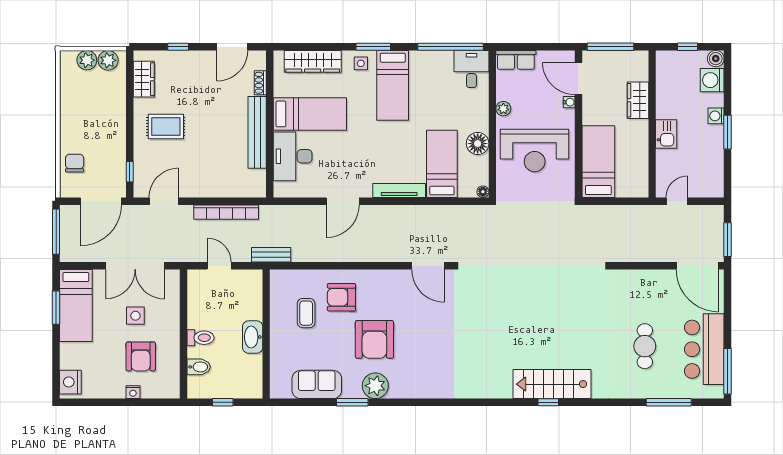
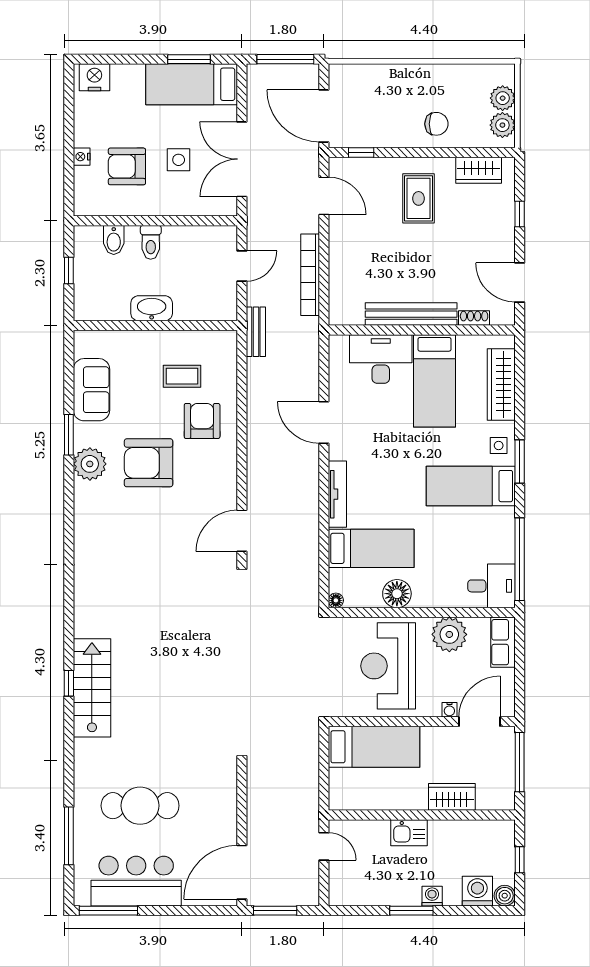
plant: (503, 109) -> (449, 634), width x1.87, depth x1.87
chair: (75, 163) -> (436, 124), moved
cafe table: (645, 346) -> (140, 806), width x1.37, depth x1.35

